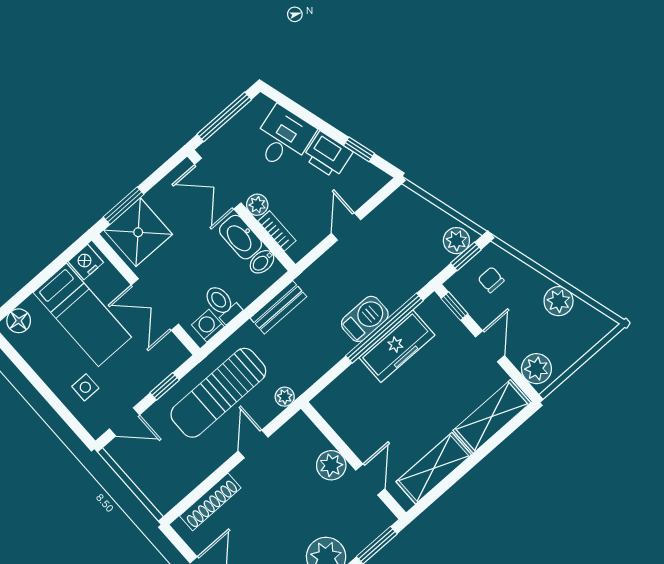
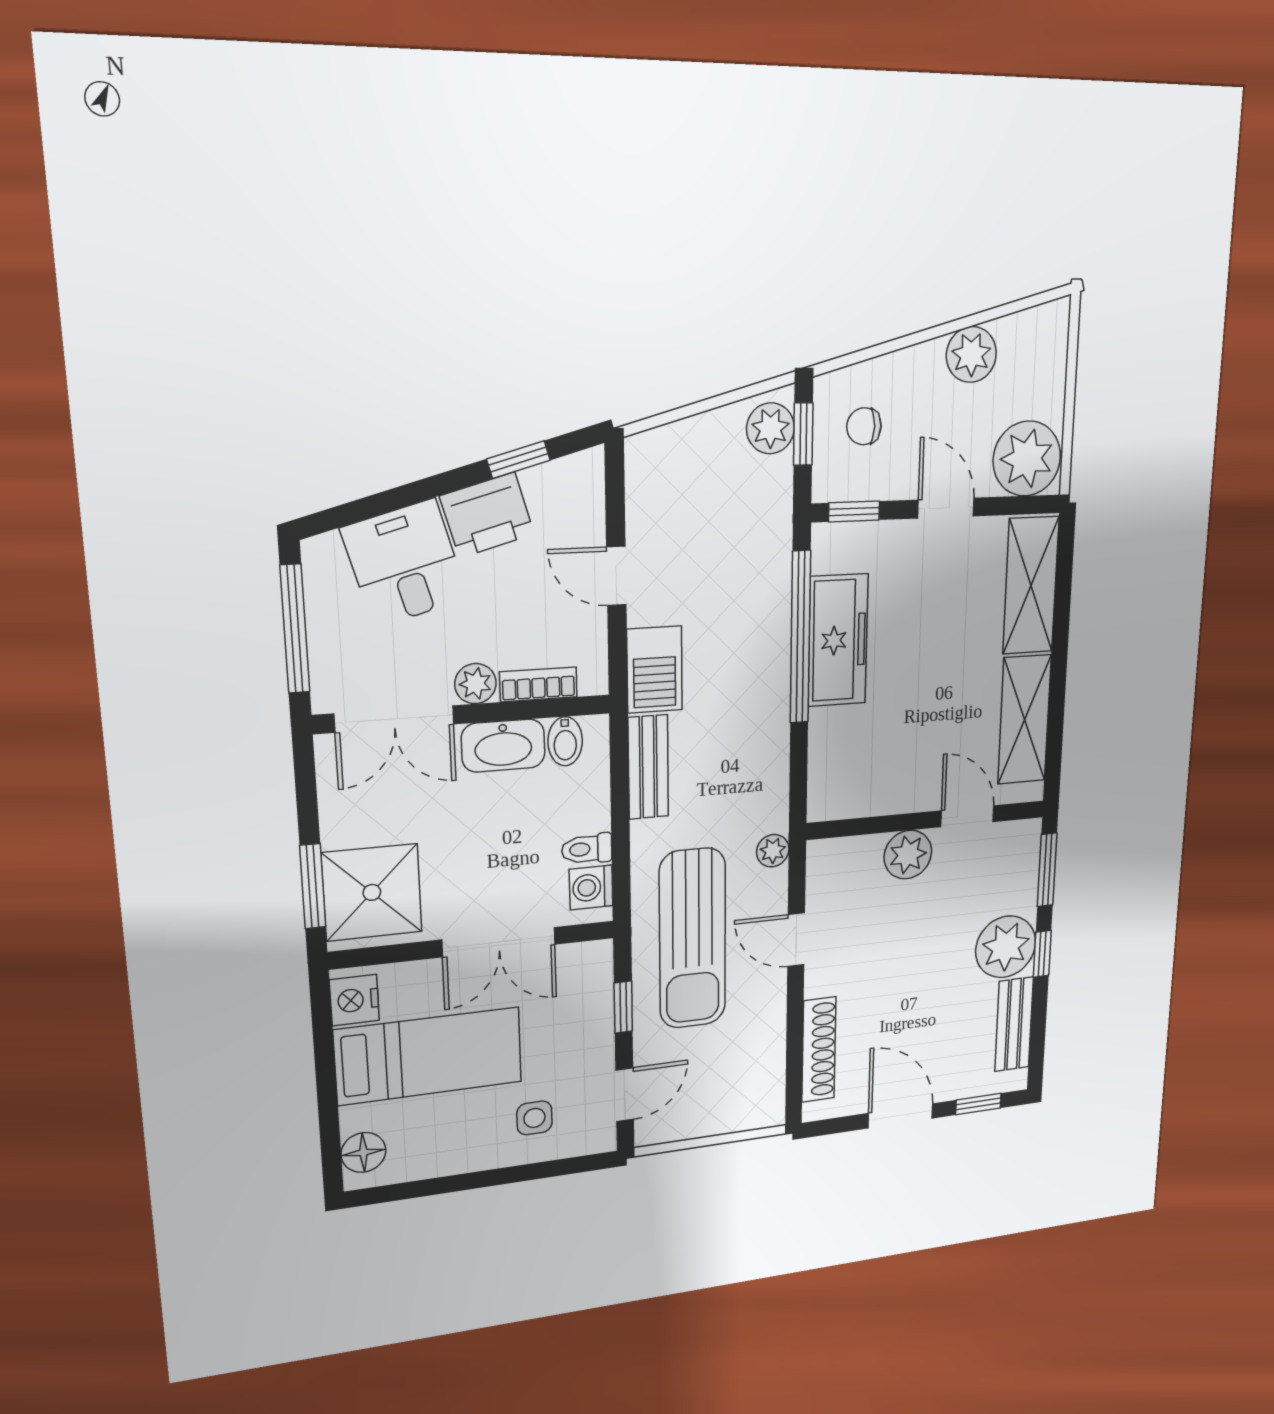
toilet: (222, 304) -> (587, 849), width x0.73, depth x0.72
barbecue: (365, 319) -> (655, 670), moved, turned 180
plant: (536, 369) -> (1027, 459), width x1.36, depth x1.36

